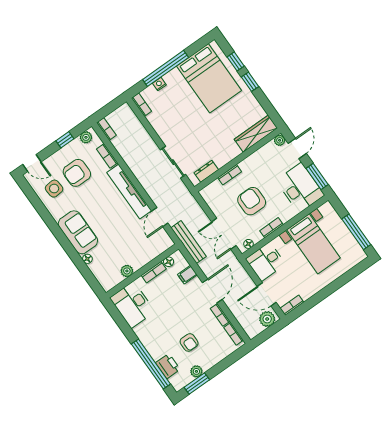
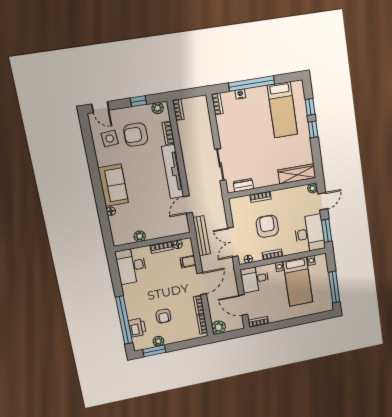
bed: (209, 78) -> (282, 110), width x0.67
plant: (267, 319) -> (219, 327), moved

